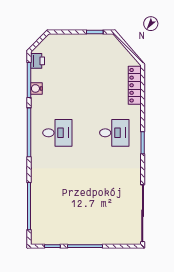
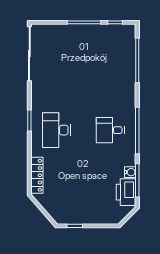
printer: (37, 61) -> (126, 192), width x1.87, depth x1.48
desk: (114, 133) -> (56, 130), width x1.37

